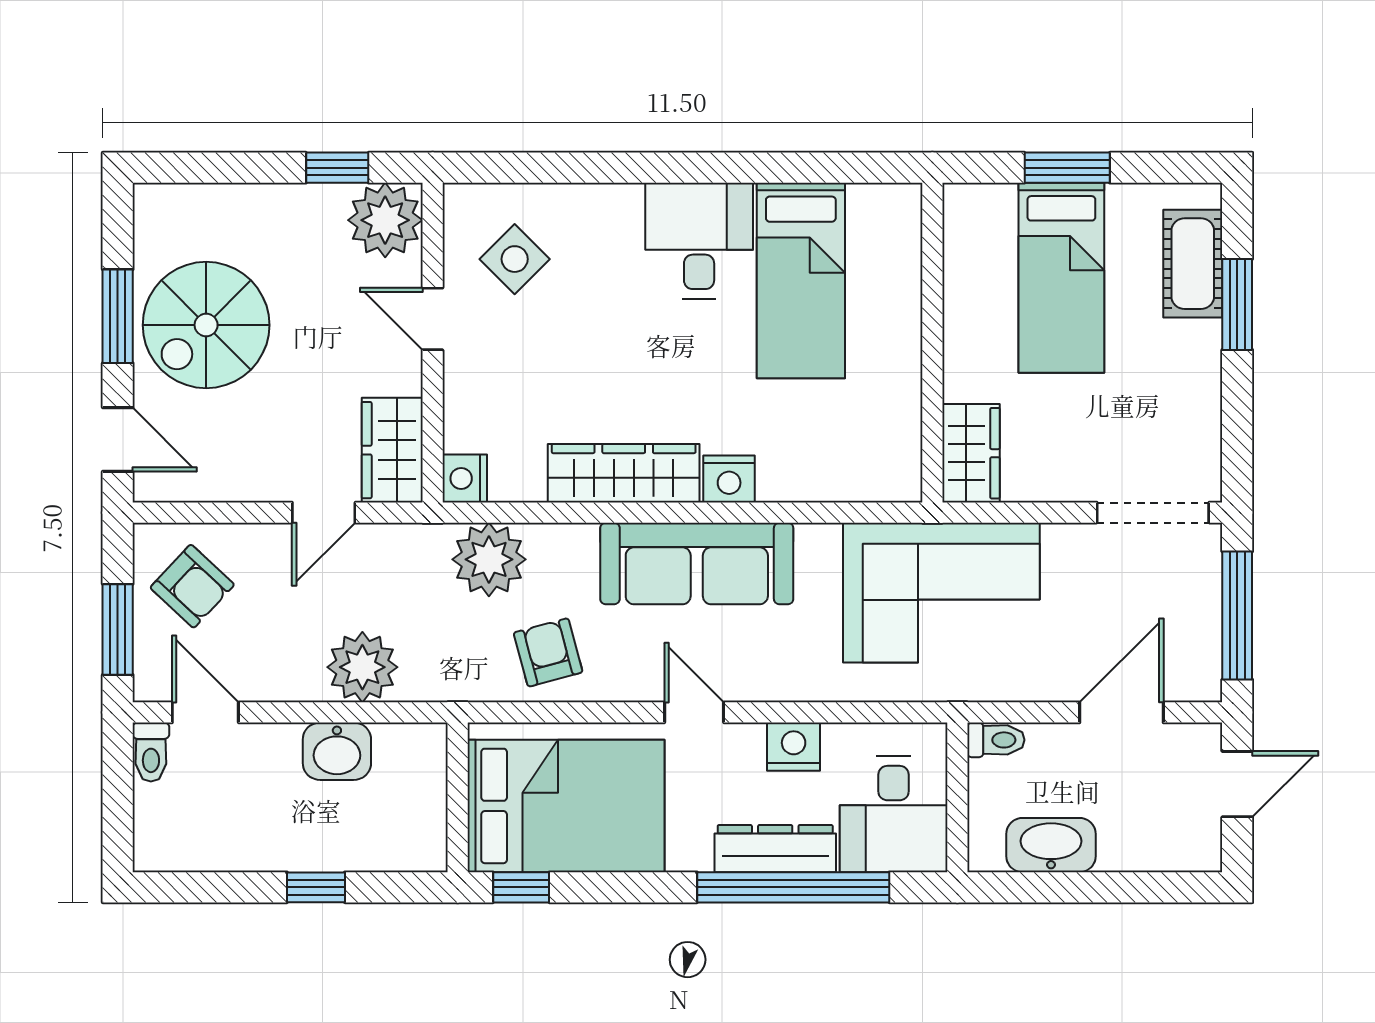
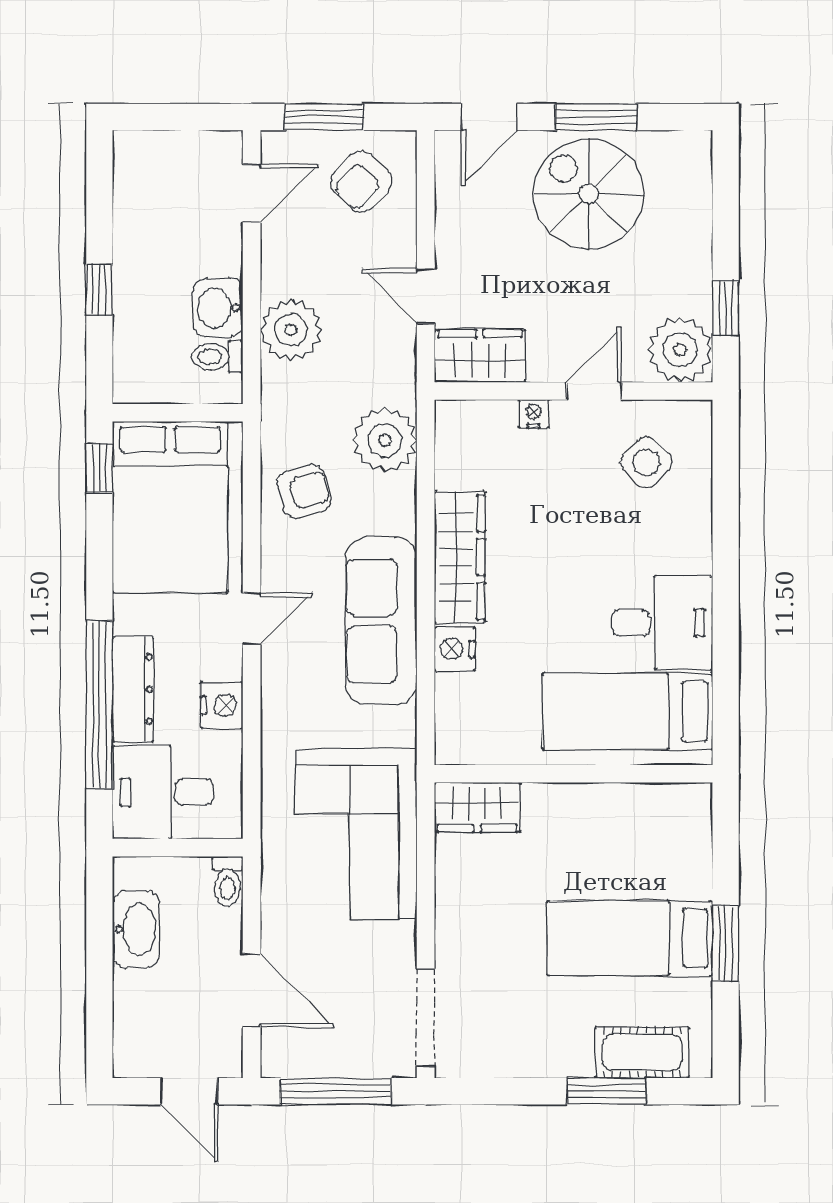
wall: (932, 343) -> (573, 774), moved
wardrobe: (971, 453) -> (477, 807), moved
nightstand: (465, 478) -> (533, 414), moved, width x0.72, depth x0.74
toilet: (151, 752) -> (217, 357), moved

